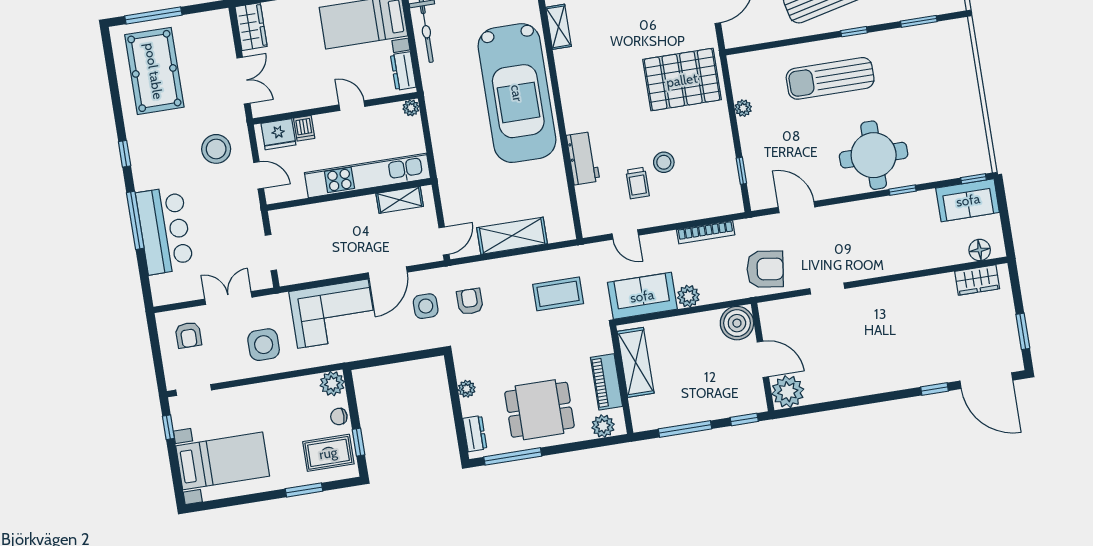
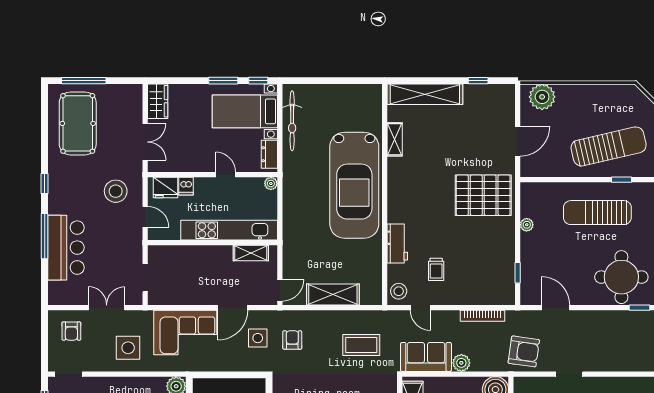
stool: (664, 162) -> (399, 291), moved

